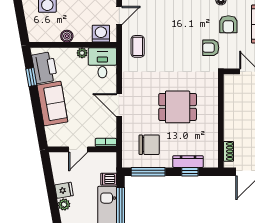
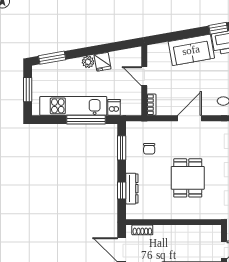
chair: (149, 145) -> (149, 149), width x0.54, depth x0.54
window: (148, 172) -> (122, 148), width x0.69

